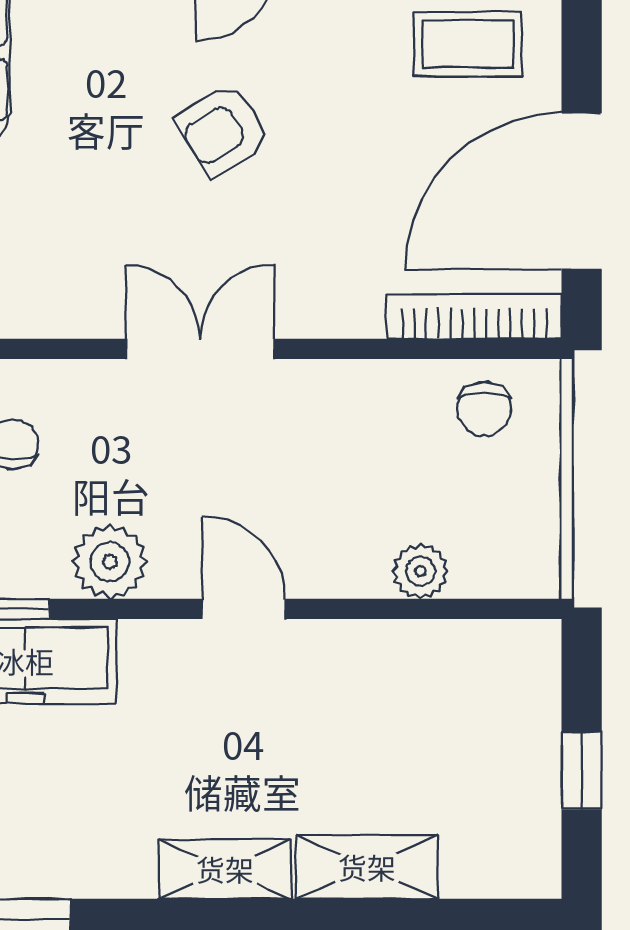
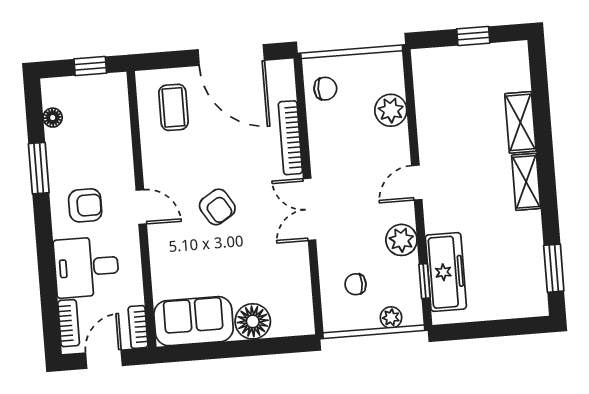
bookcase: (474, 317) -> (290, 138), moved
plant: (420, 571) -> (391, 110), width x1.38, depth x1.38

